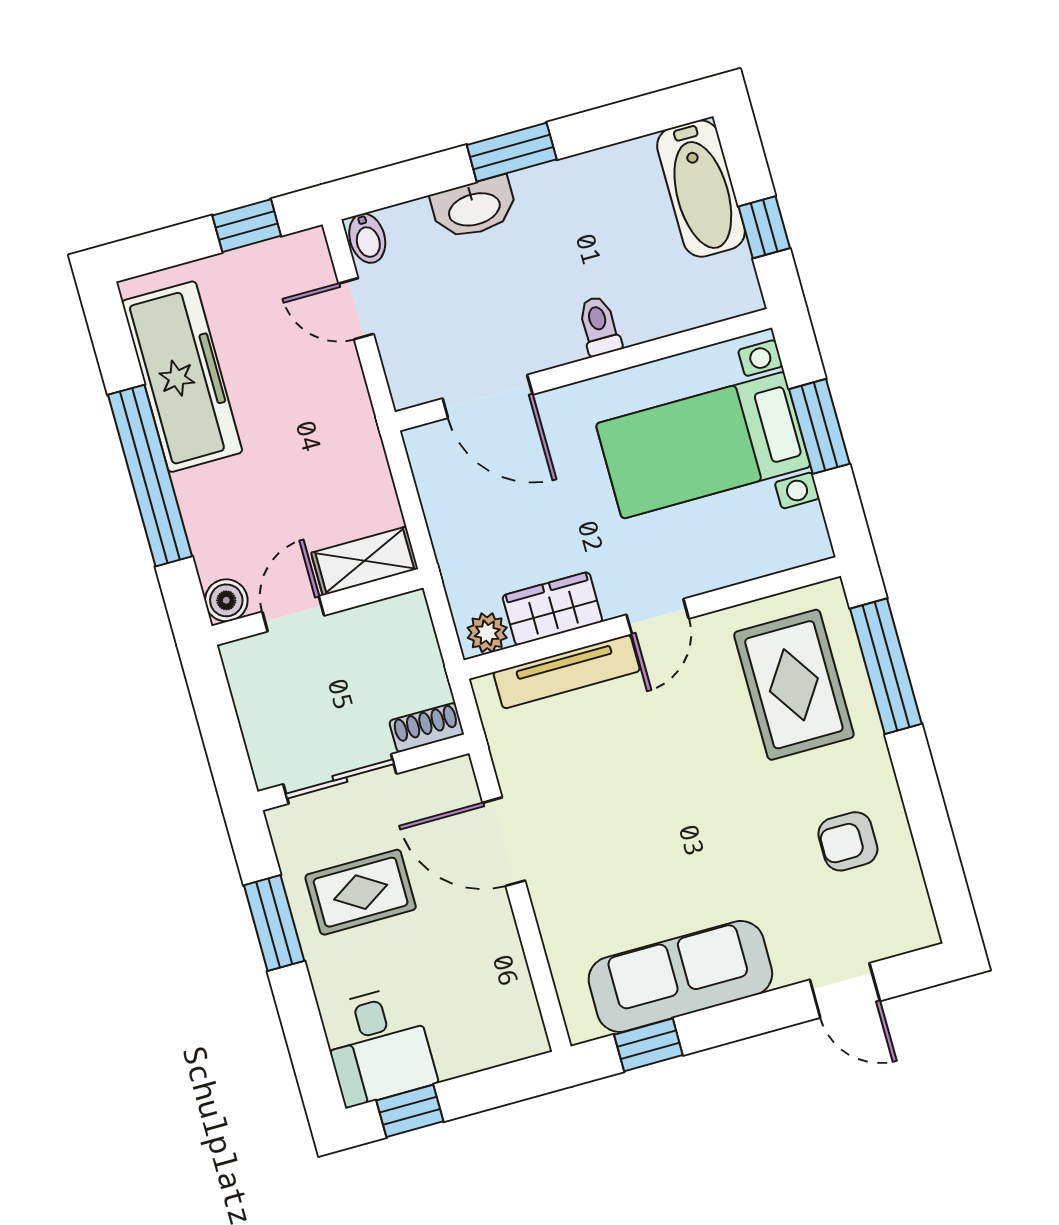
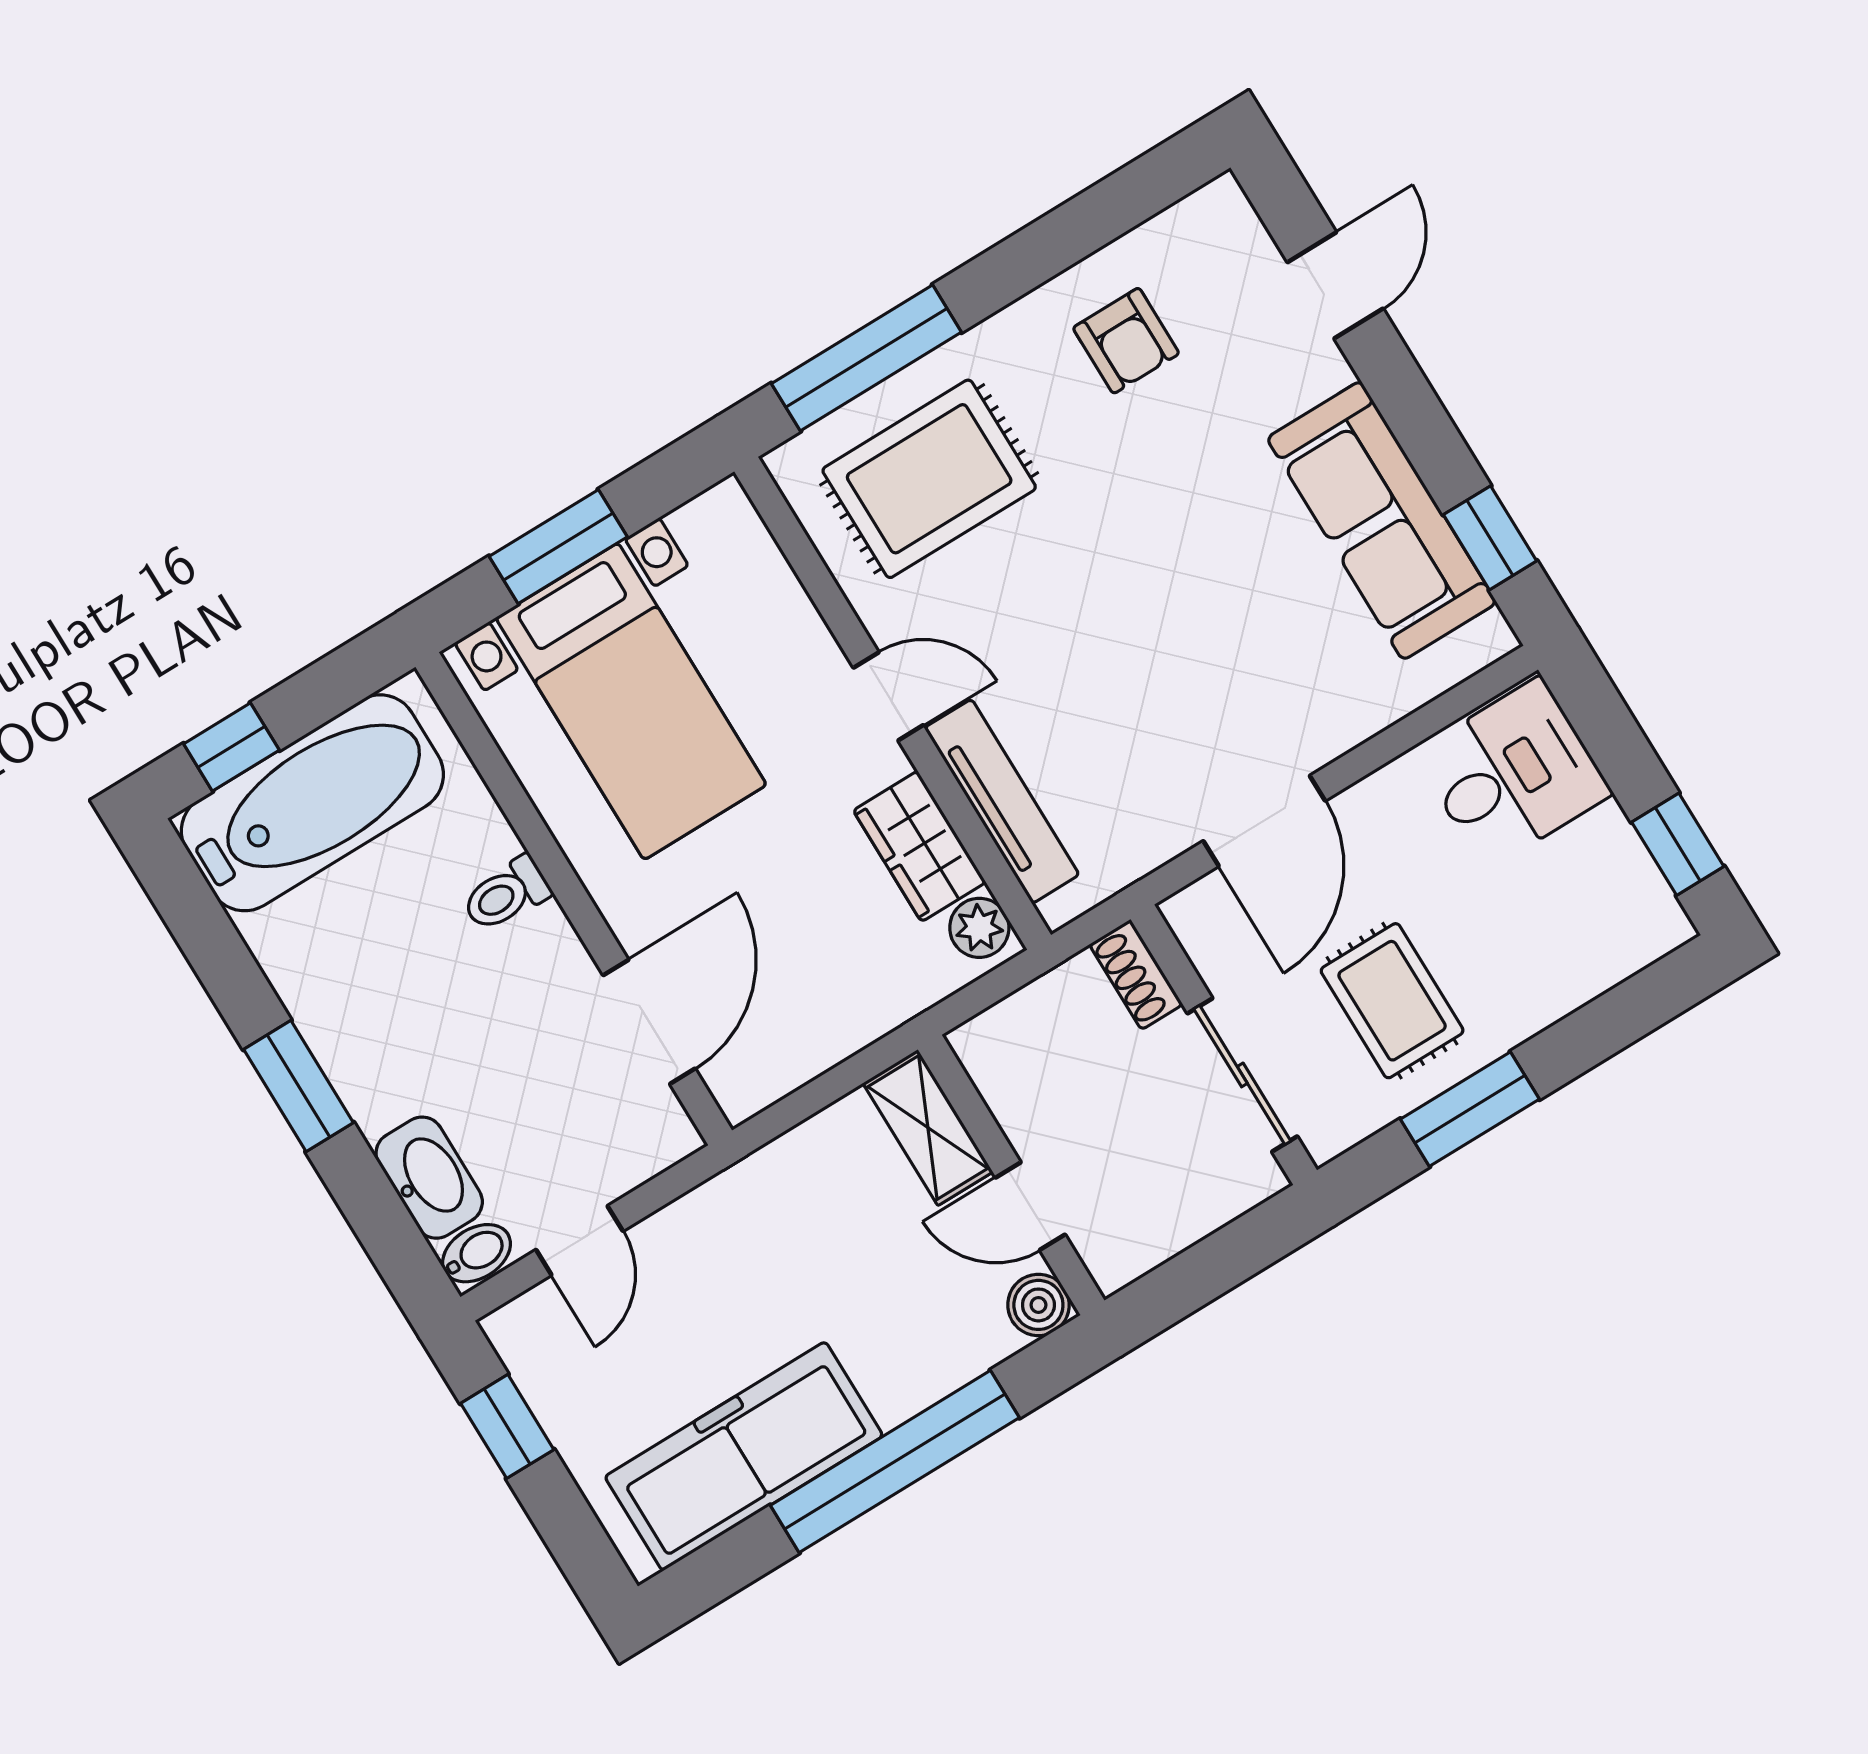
bathtub: (701, 189) -> (312, 803), width x1.36, depth x1.36
washbasin: (474, 208) -> (429, 1178), moved
window: (764, 227) -> (231, 747), moved
desk: (378, 1046) -> (1513, 774), moved

